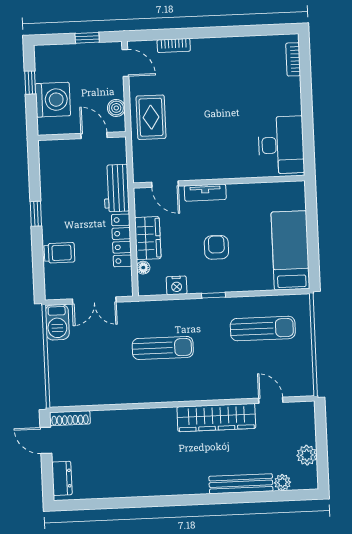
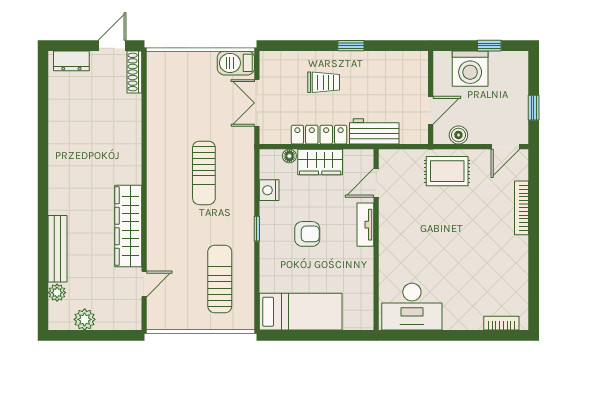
bookcase: (174, 46) -> (522, 208), width x1.56
trolley: (59, 253) -> (324, 82), moved, turned -90
sun lounger: (263, 329) -> (220, 279), turned 180

